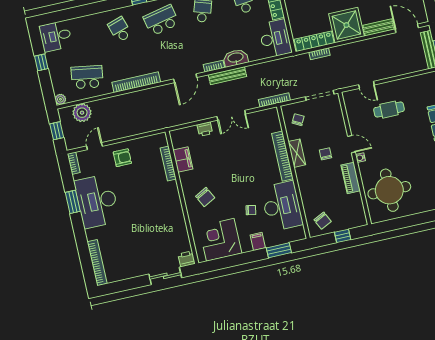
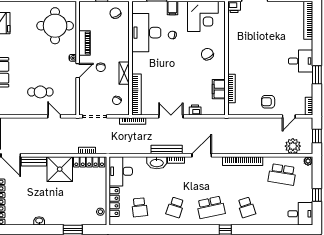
door: (351, 144) -> (78, 71), swing flipped
bookcase: (282, 156) -> (136, 94), moved
desk: (97, 201) -> (301, 61), width x0.53, depth x0.77

